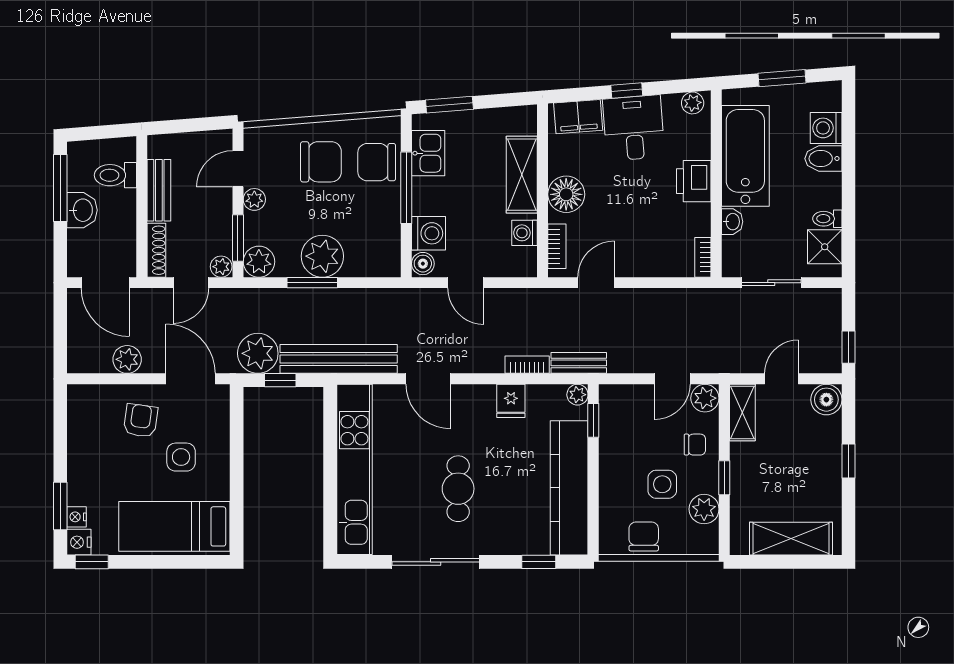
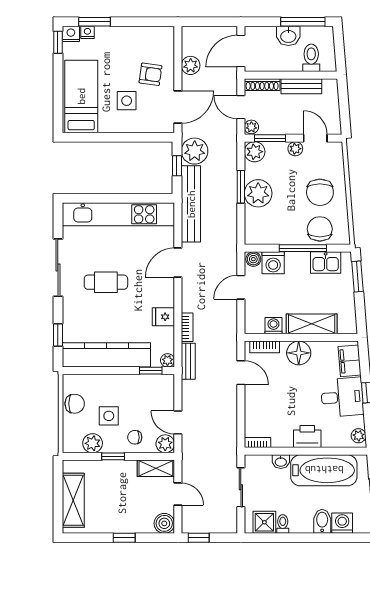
chair: (695, 445) -> (135, 437), turned 90

